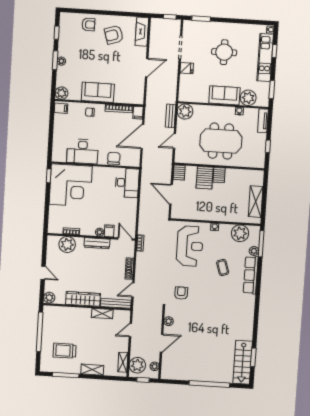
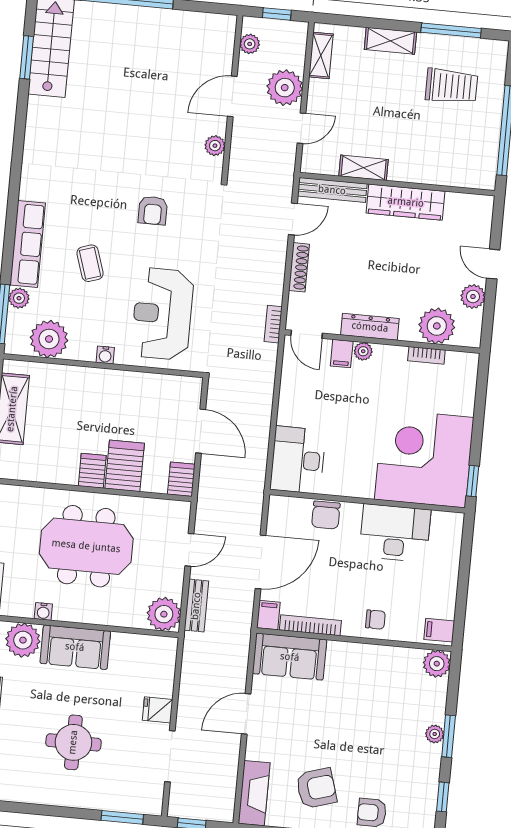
sofa: (98, 92) -> (290, 657), moved
armchair: (181, 293) -> (153, 210), moved
plant: (49, 298) -> (473, 297), moved
plant: (137, 365) -> (285, 88), moved

